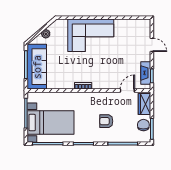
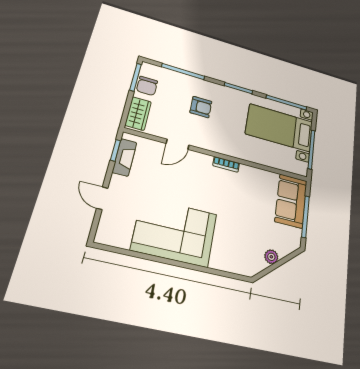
corner sofa: (91, 35) -> (175, 232), moved
sofa: (37, 67) -> (291, 201), width x0.73
door: (127, 91) -> (178, 144), moved

